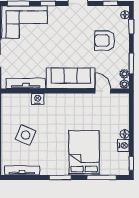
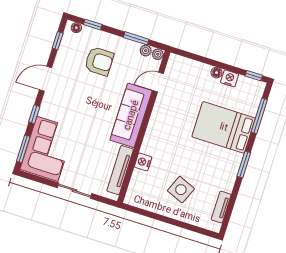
armchair: (105, 41) -> (99, 61), turned -90
tv unit: (22, 170) -> (221, 207), width x0.71

